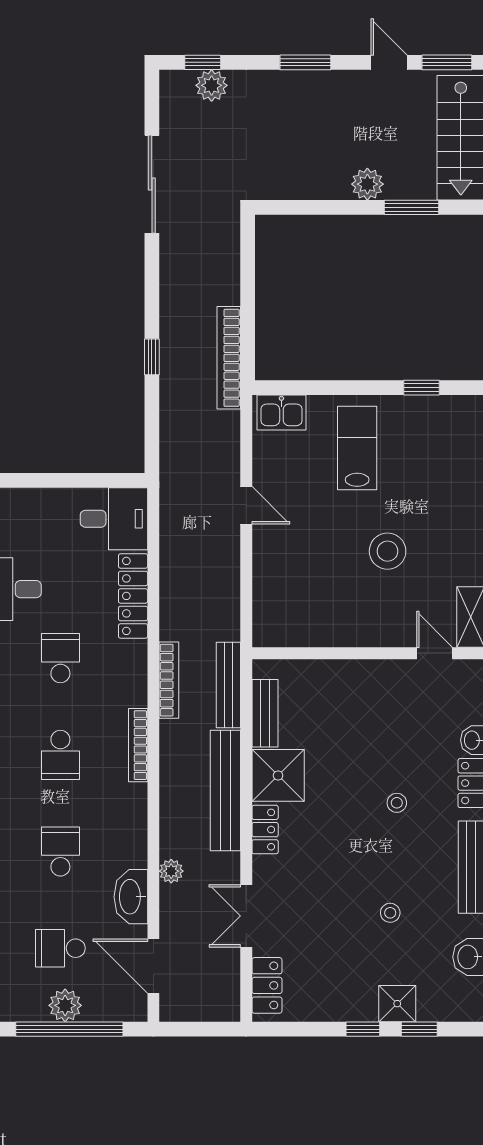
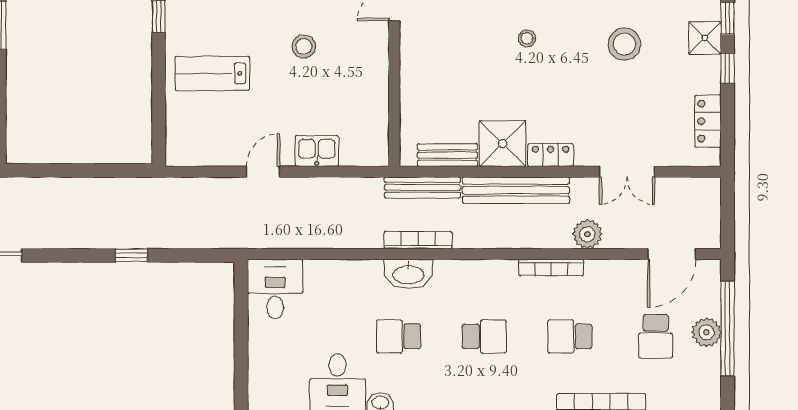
bookcase: (229, 358) -> (132, 187), removed
kitchen sink: (281, 412) -> (317, 151), moved, turned -90
stool: (388, 551) -> (304, 46), width x0.73, depth x0.73
locker: (133, 596) -> (343, 272), removed
bookcase: (138, 745) -> (551, 268), moved
plant: (171, 871) -> (587, 234), width x1.38, depth x1.38
washbasin: (131, 897) -> (408, 274), moved
stool: (390, 913) -> (624, 44), width x1.89, depth x1.89
locker: (267, 985) -> (708, 121), moved, turned -90

